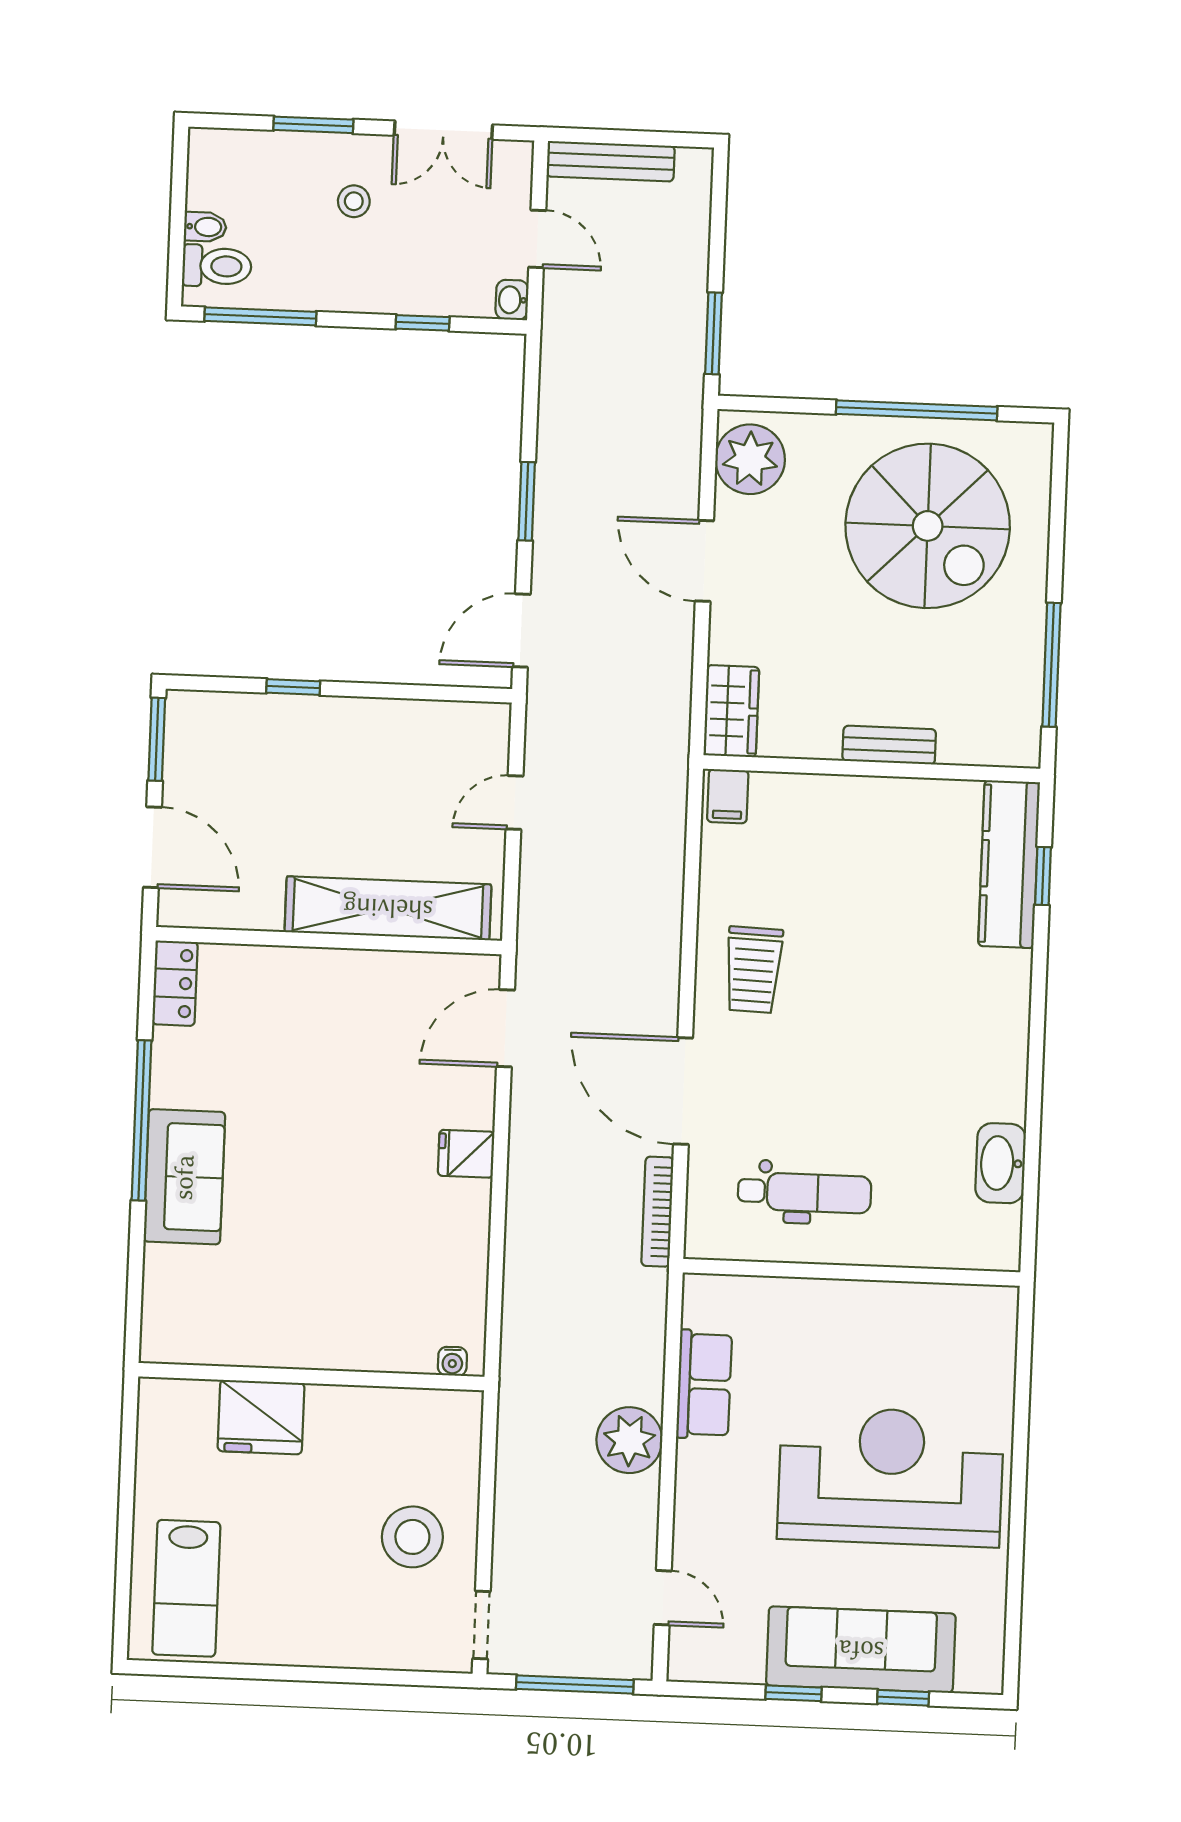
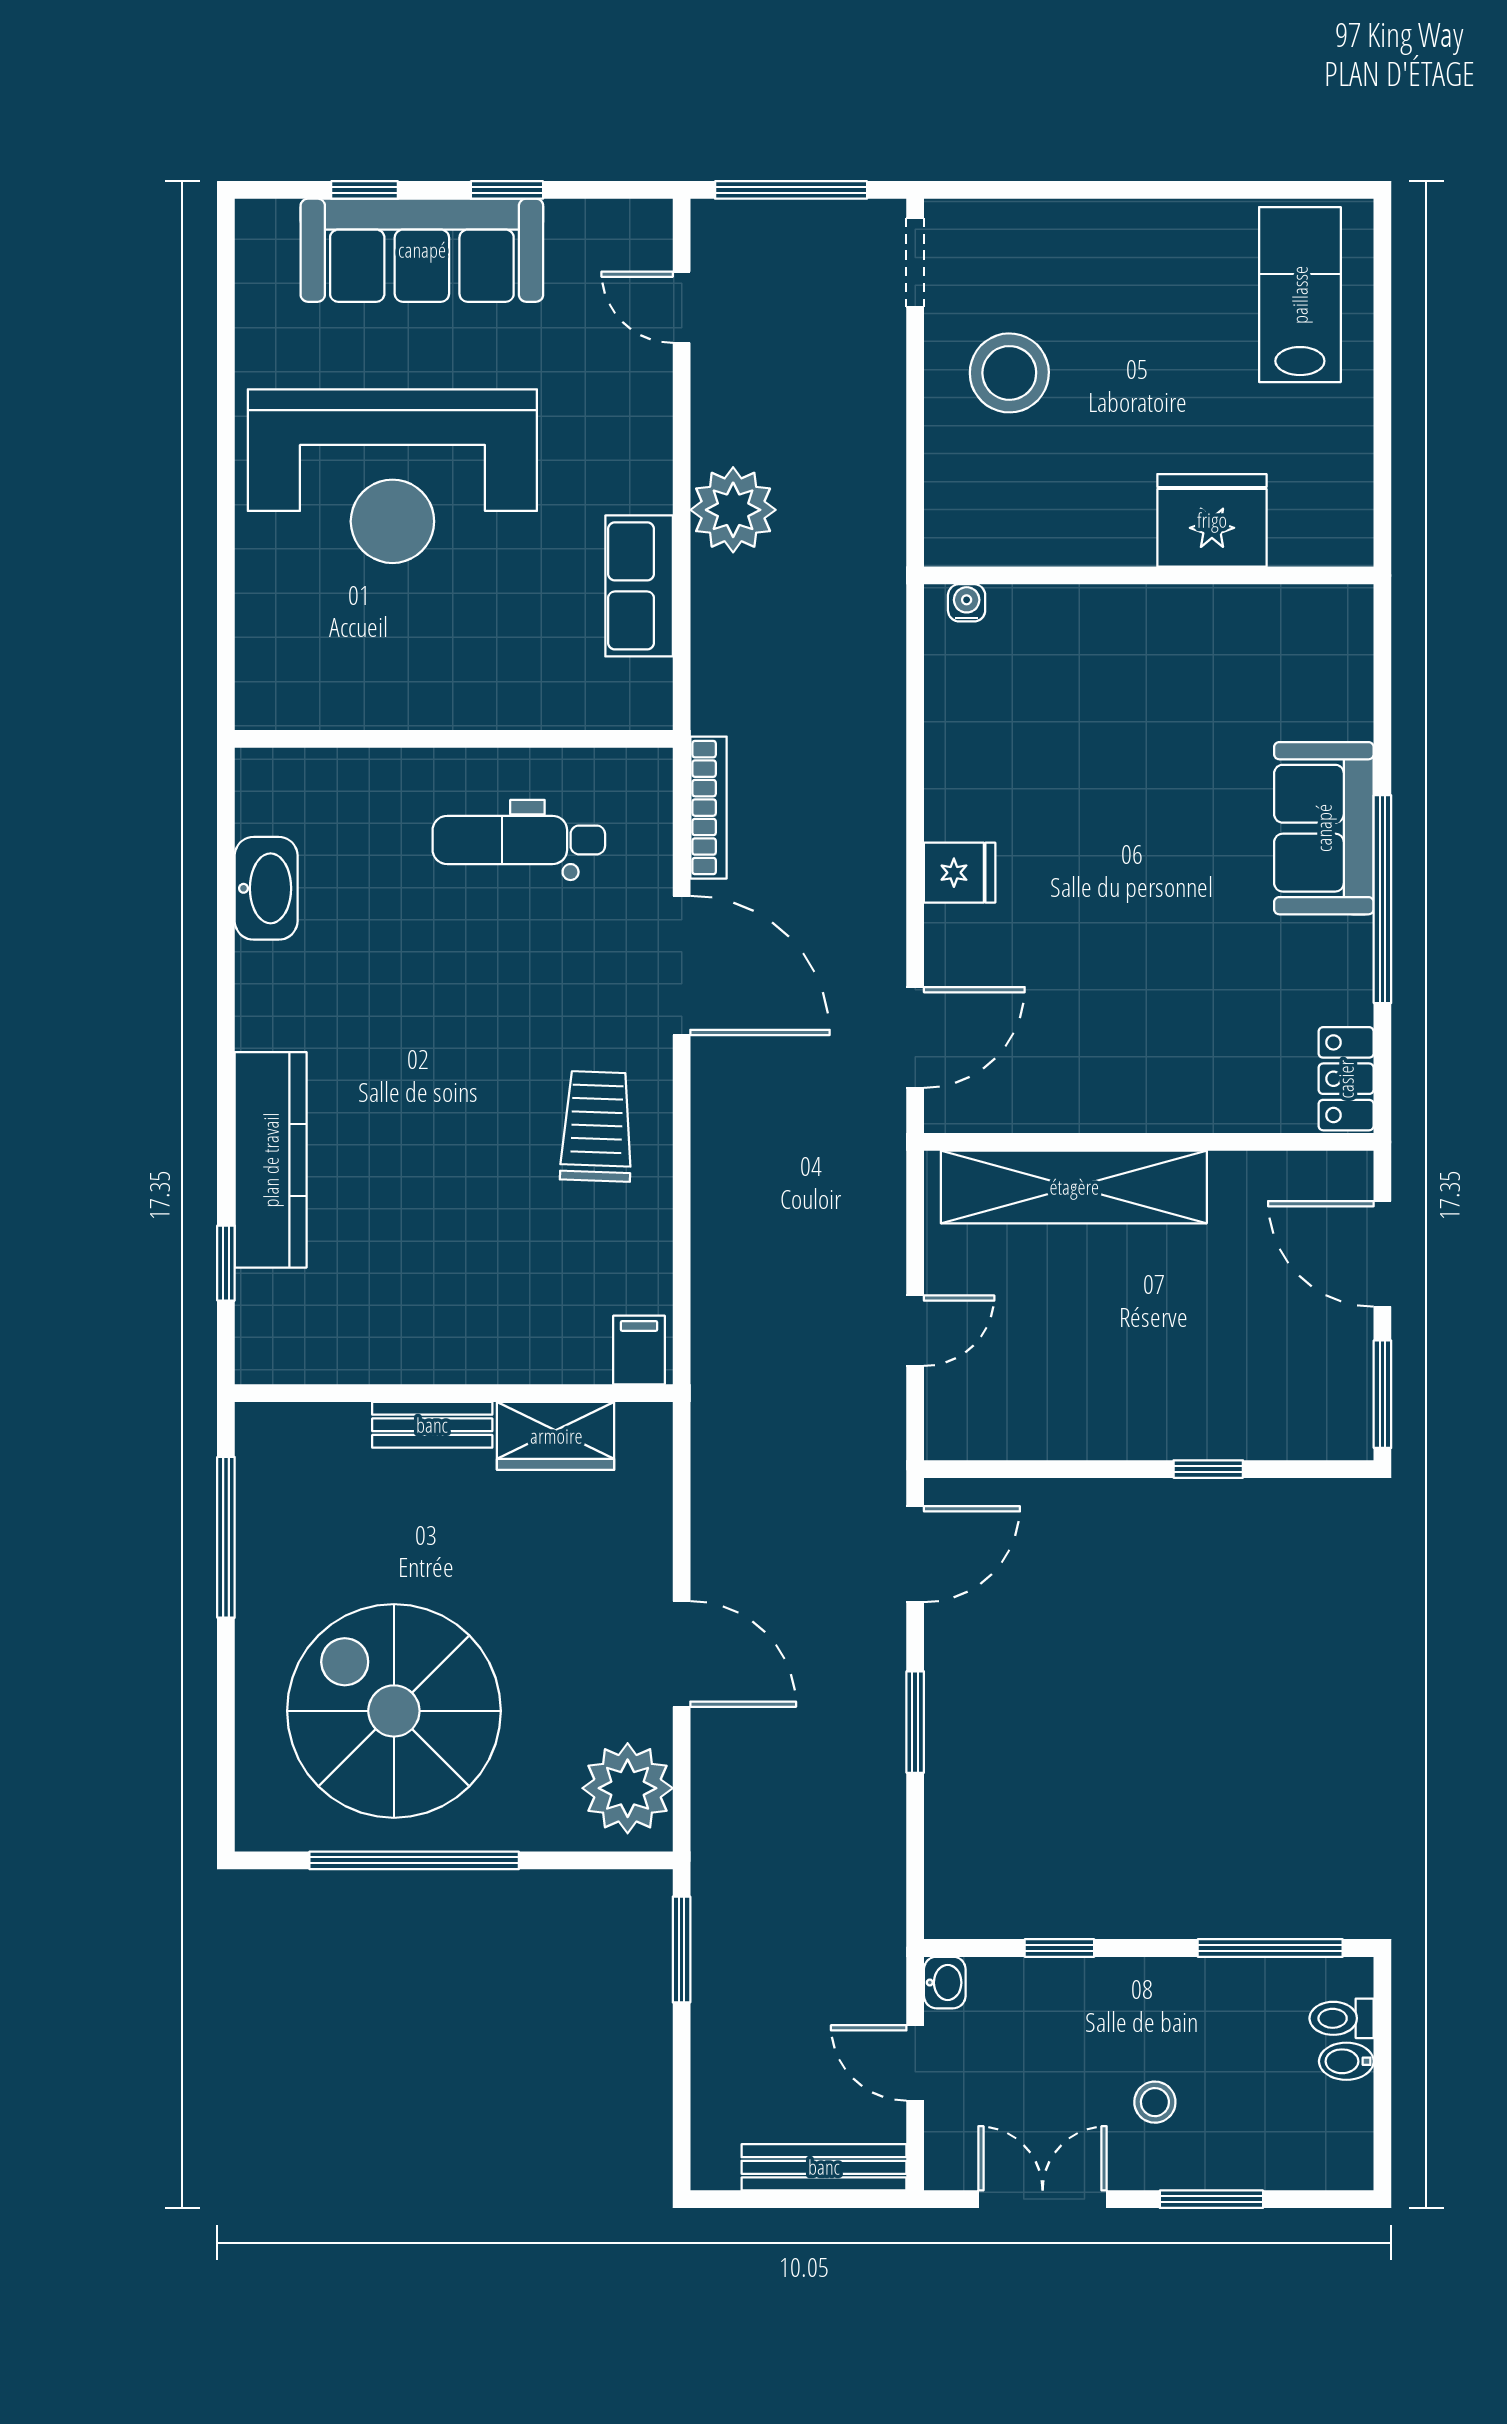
toilet: (217, 266) -> (1342, 2018), width x0.73, depth x0.72
wardrobe: (731, 711) -> (556, 1436), moved, turned -90
kitchen counter: (1009, 864) -> (271, 1160), moved

